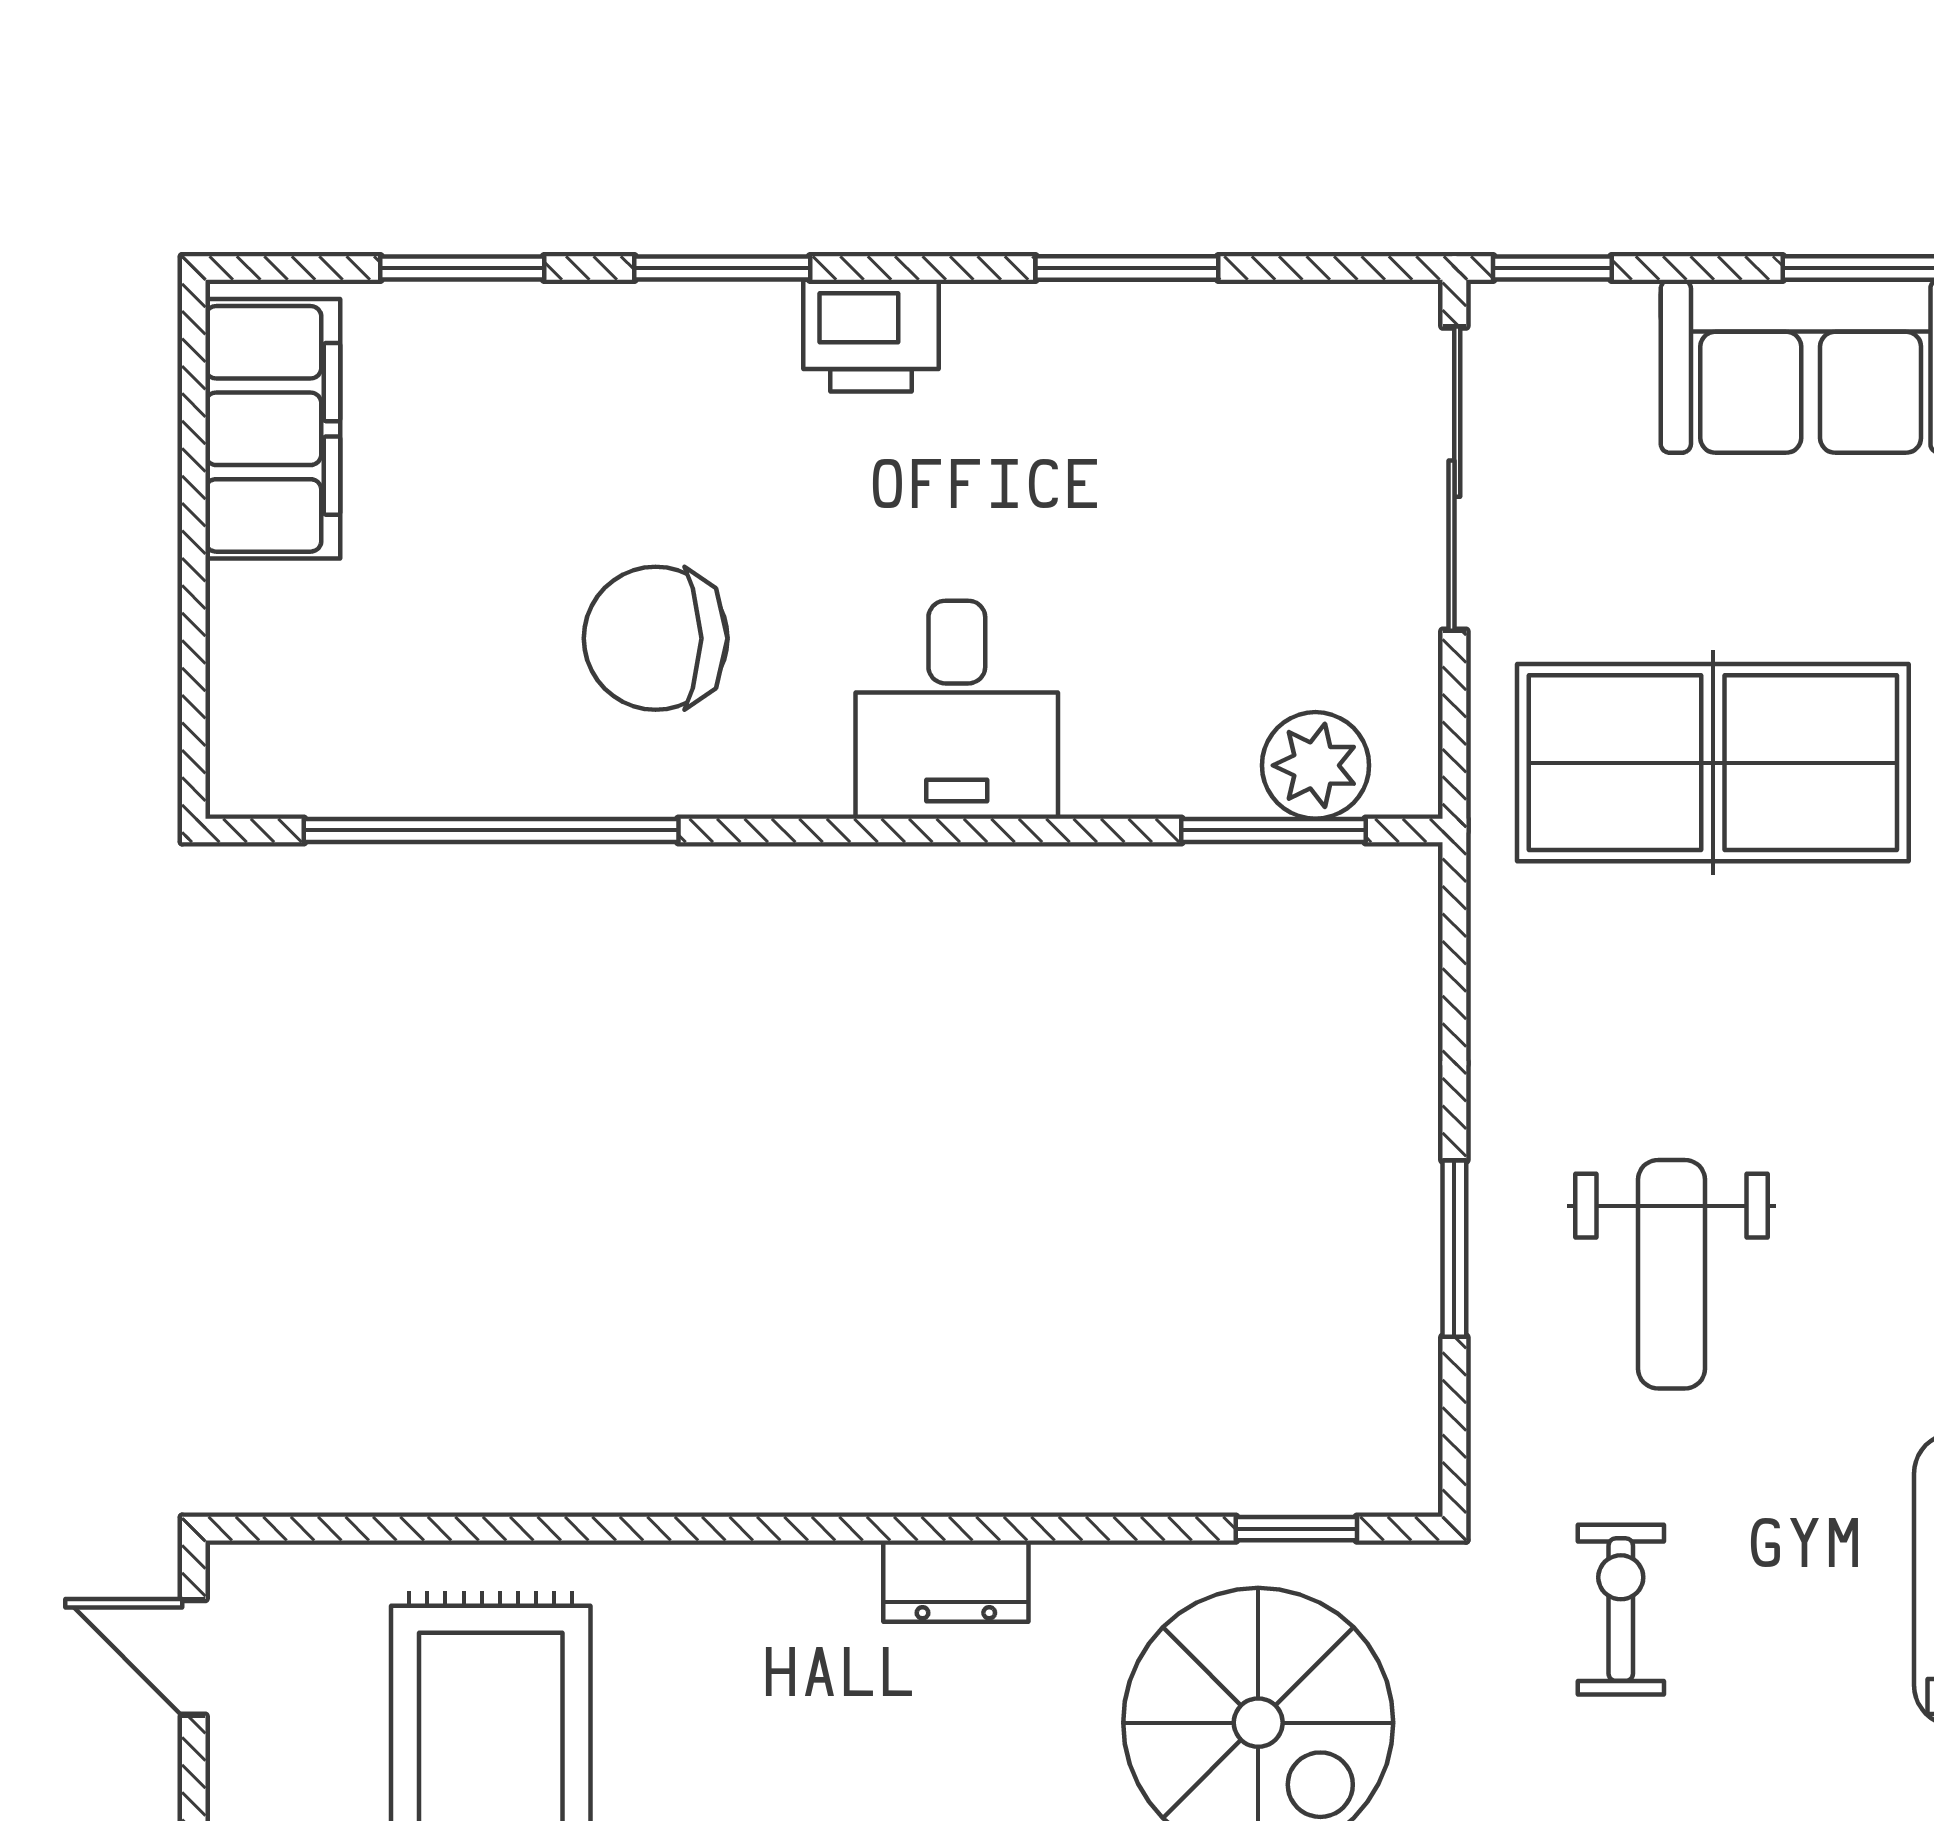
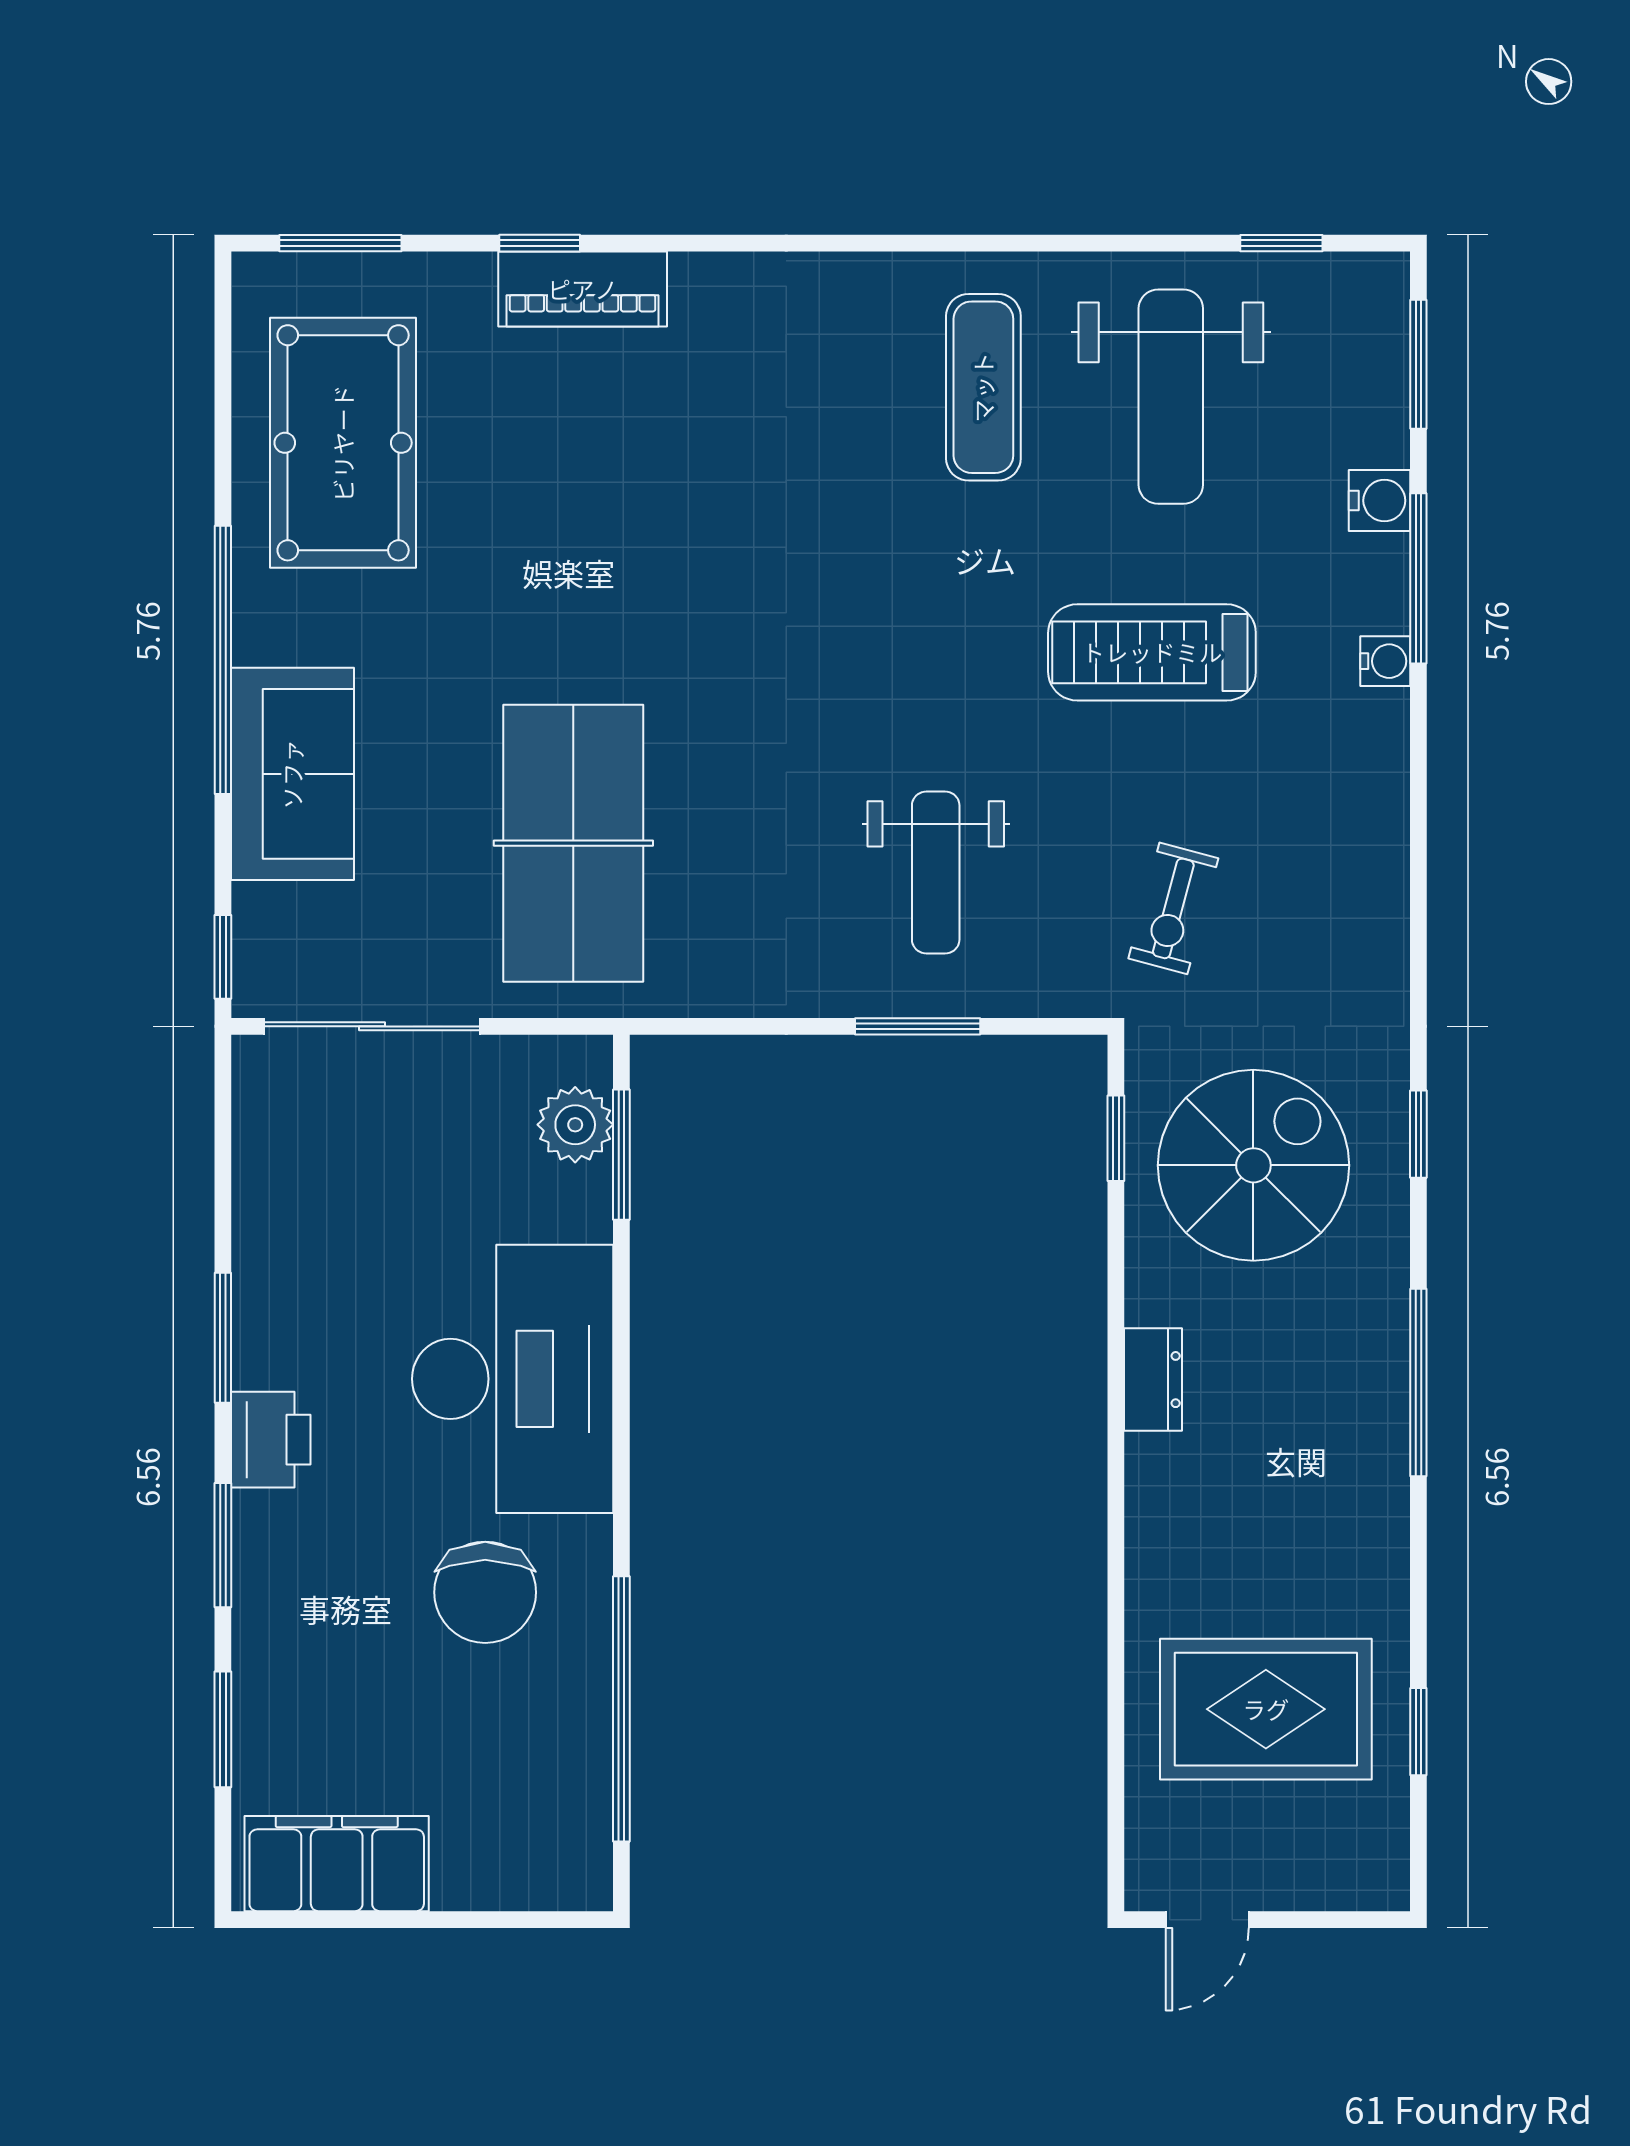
window: (1127, 268) -> (223, 1338), moved
desk: (957, 710) -> (513, 1379), width x1.87, depth x1.30
weight bench: (1672, 1274) -> (936, 872), turned 90
exercise bike: (1621, 1610) -> (1173, 908), turned -75

